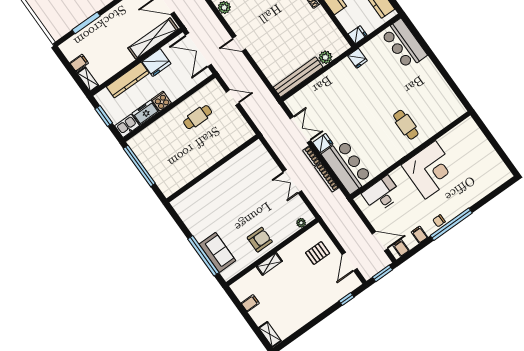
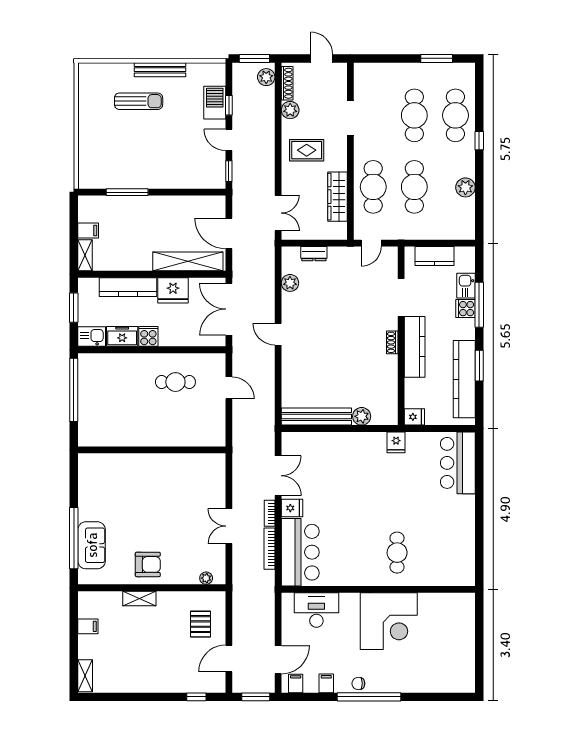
door: (380, 241) -> (278, 660), hinge flipped
pallet: (318, 253) -> (201, 624), turned 90

